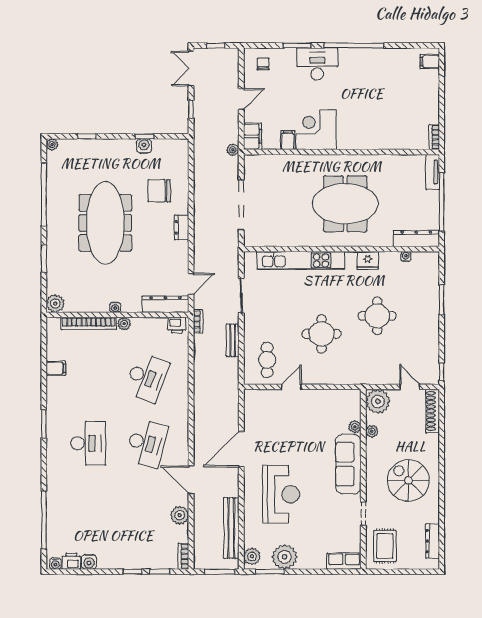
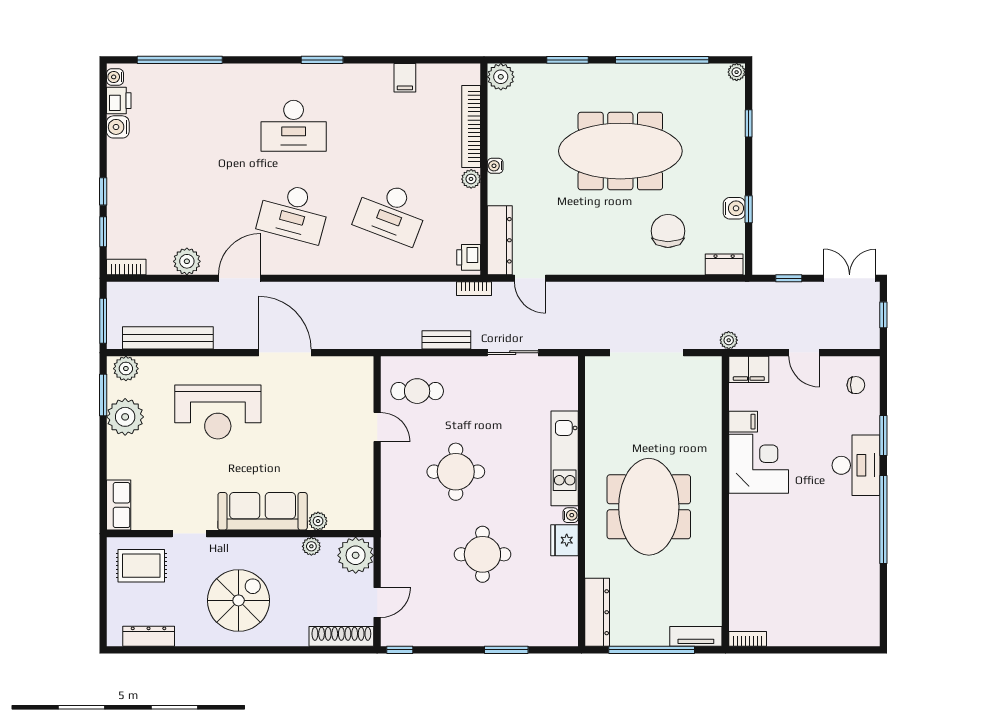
filing cabinet: (430, 62) -> (860, 632), removed
dresser: (182, 227) -> (724, 264), moved
water cooler: (406, 256) -> (571, 515), moved
kitchen unit: (301, 260) -> (565, 458), width x0.73

